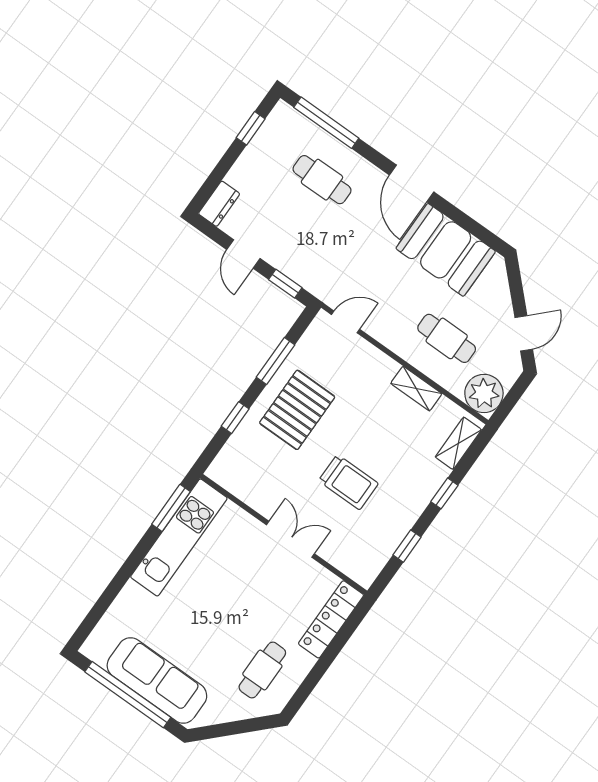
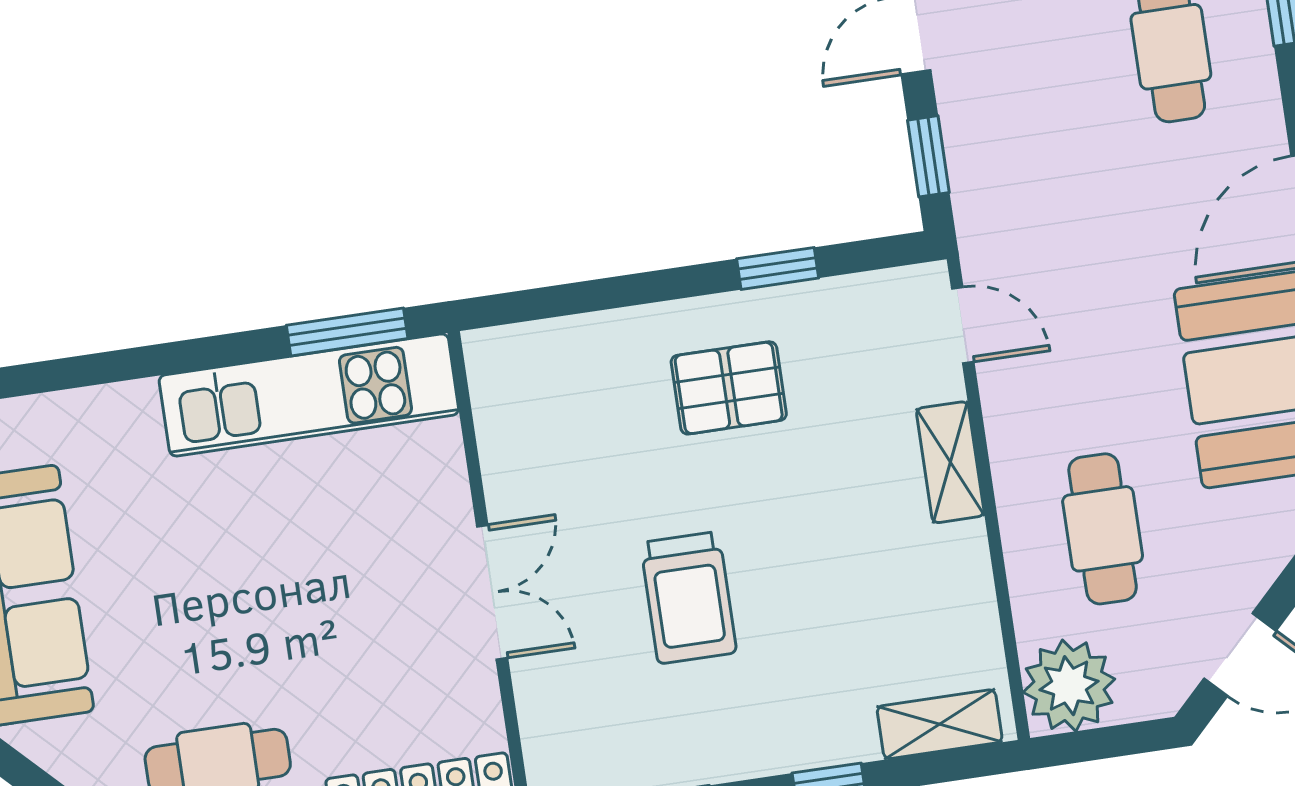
window: (275, 361) -> (778, 268), width x0.67
shelving: (416, 389) -> (950, 462), moved
pallet: (297, 410) -> (729, 388), width x0.67, depth x0.71
window: (235, 418) -> (612, 293), removed

